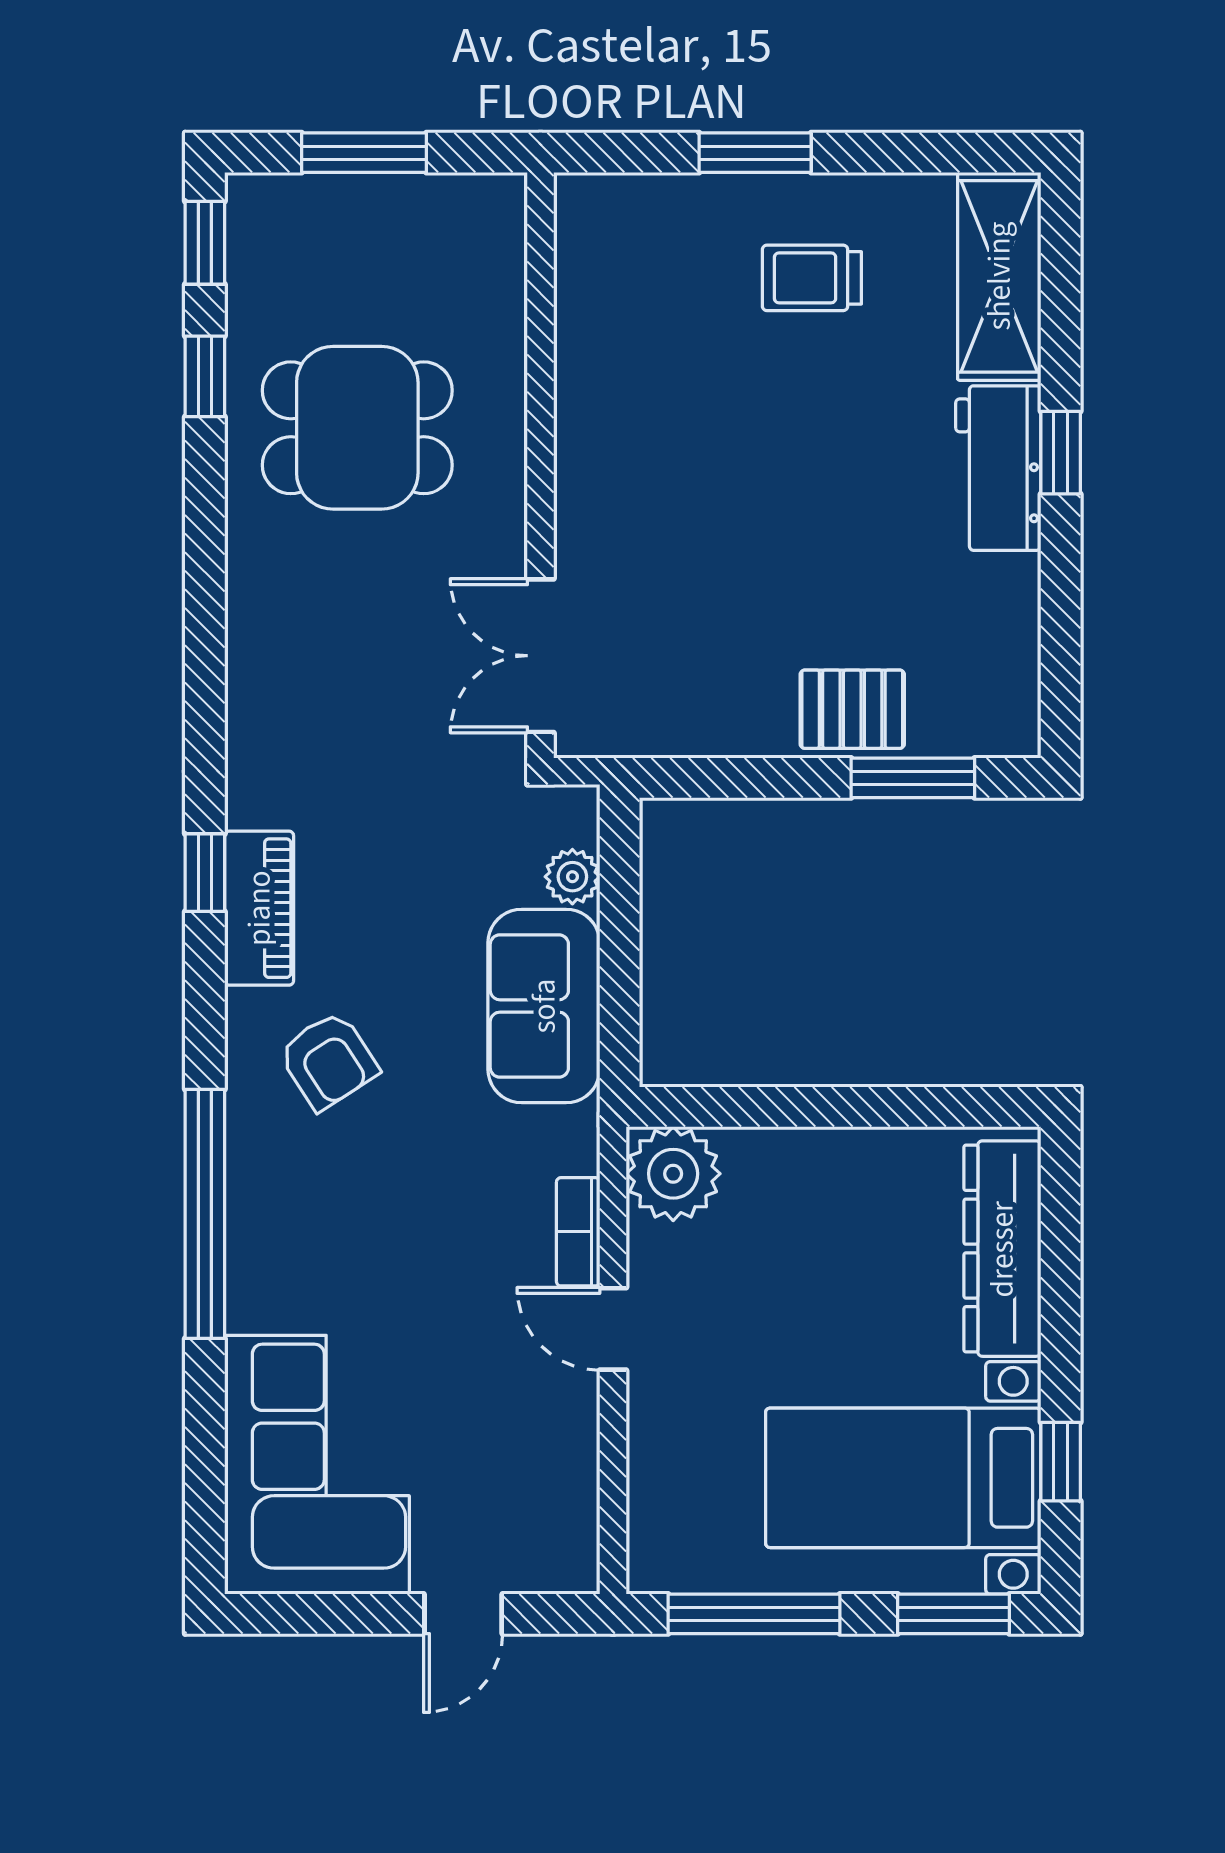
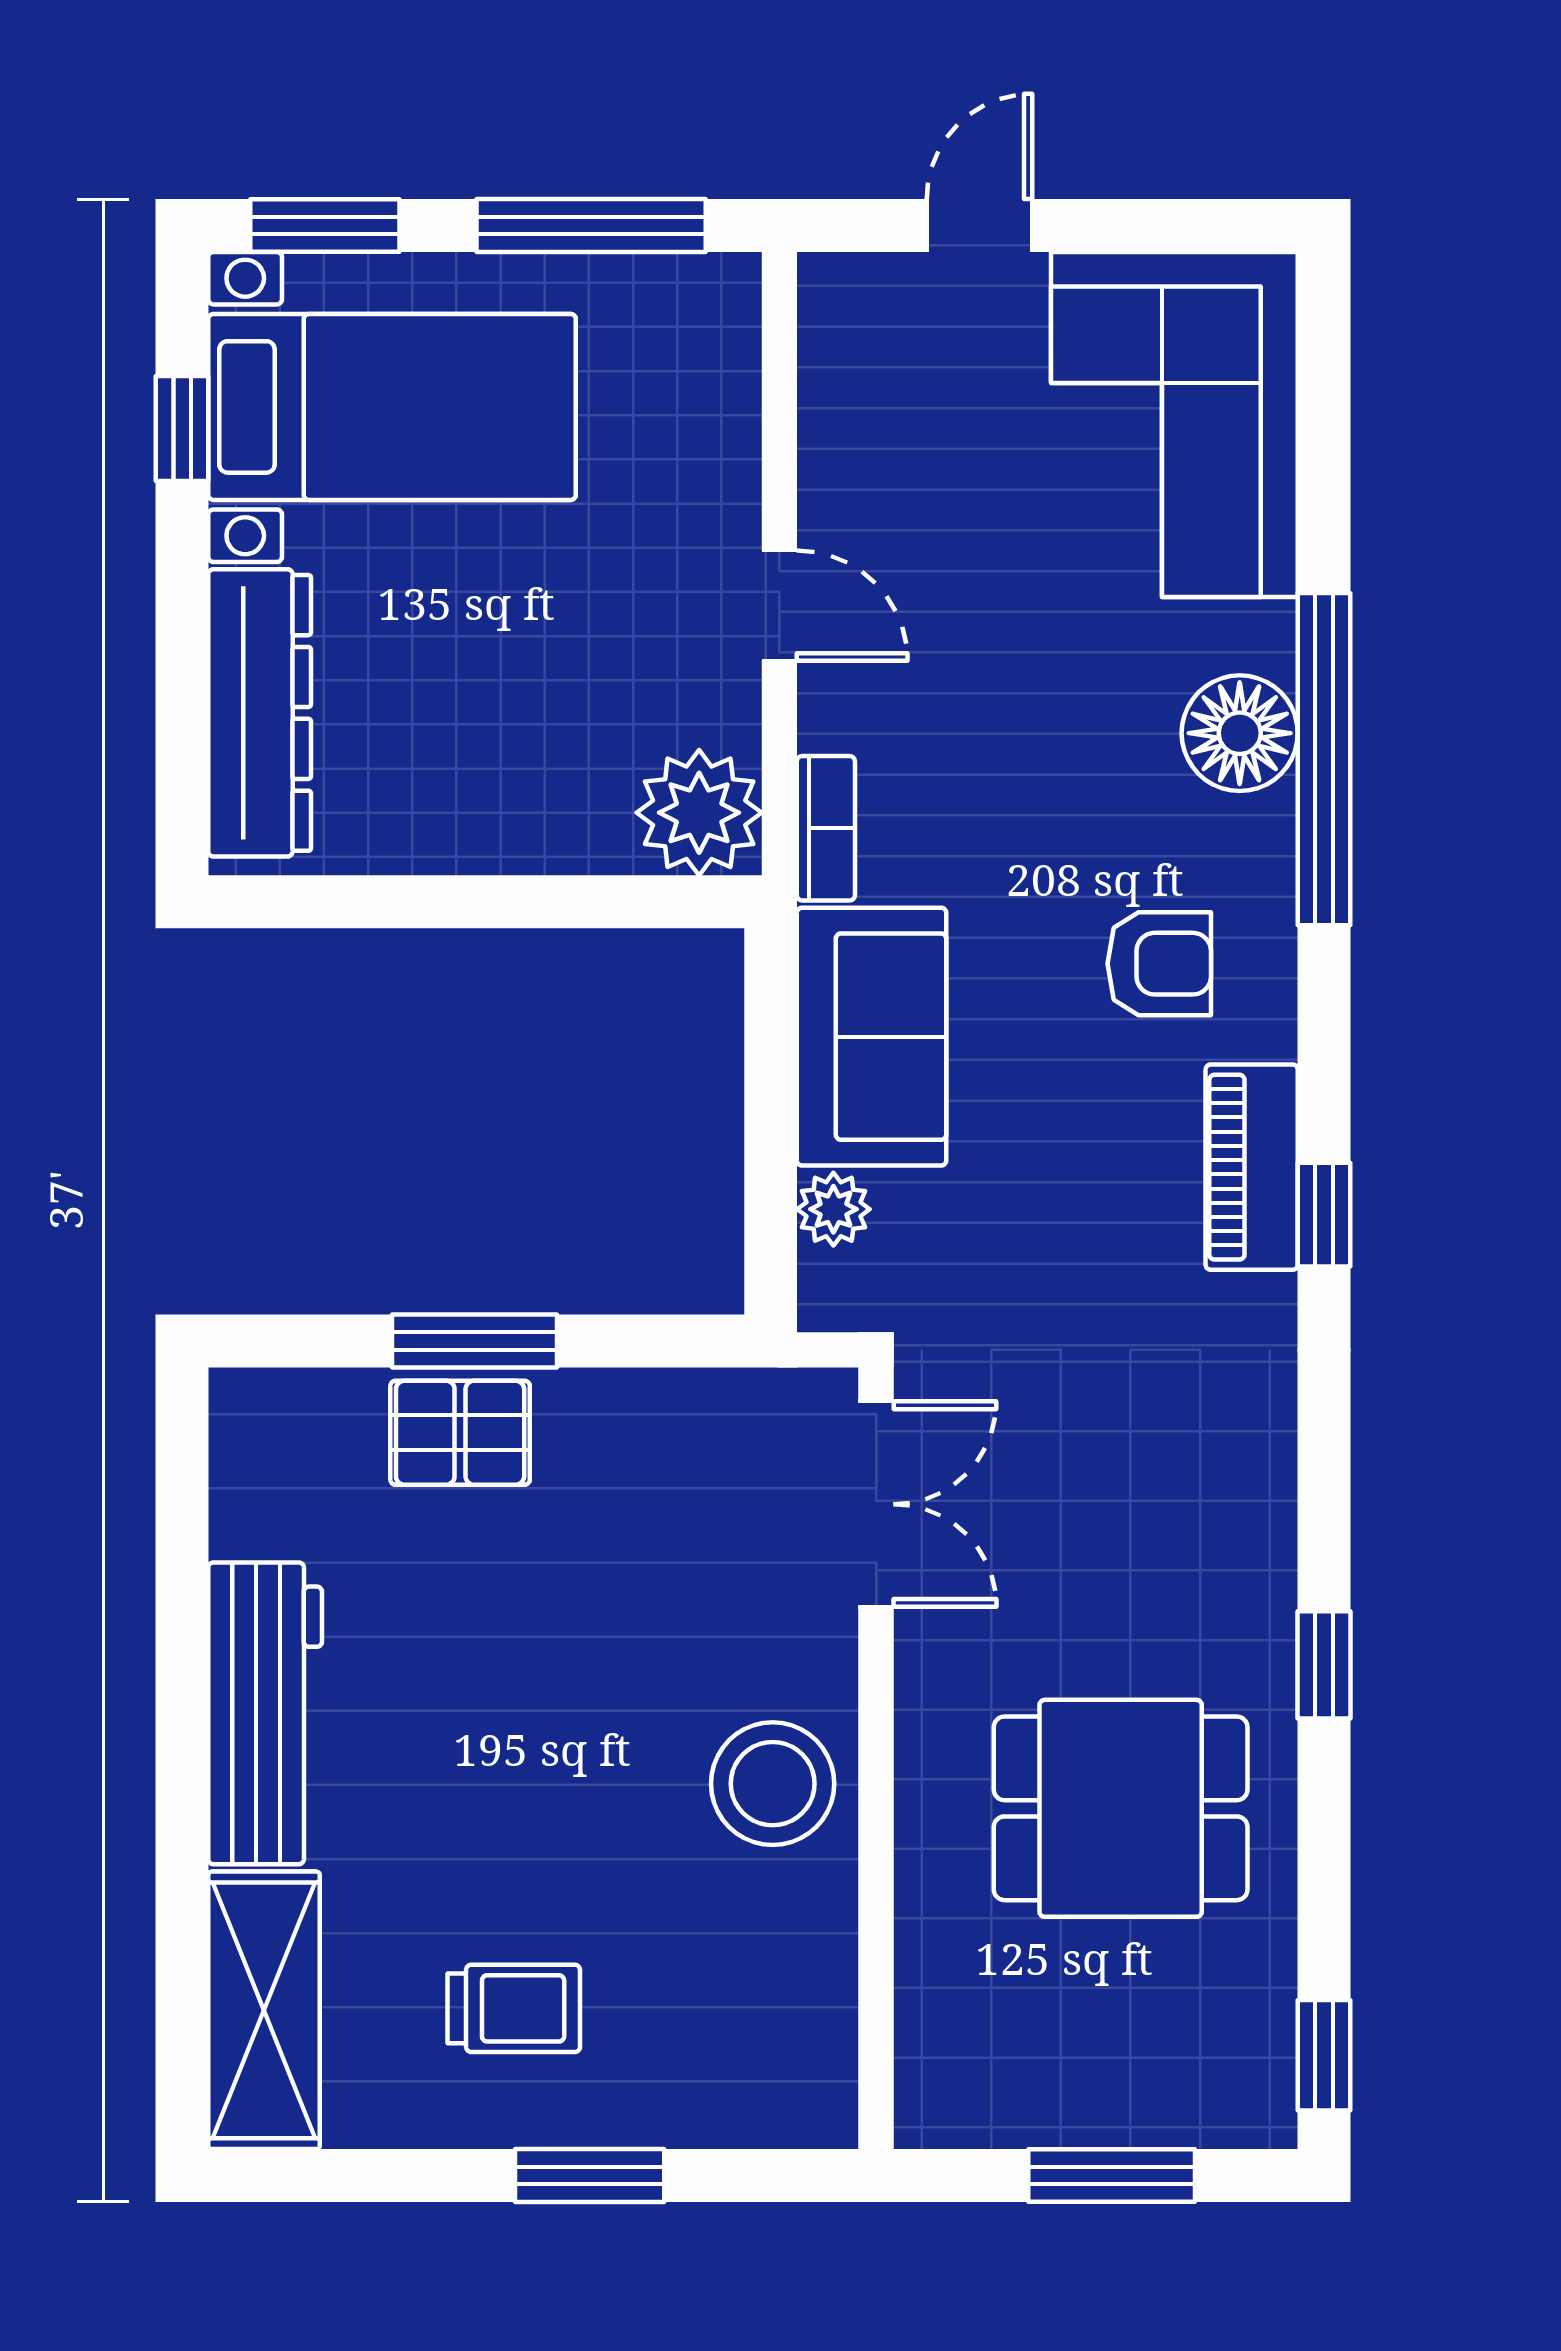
window: (205, 376) -> (1324, 1665), moved
stool: (618, 446) -> (773, 1784), added
window: (1061, 453) -> (182, 1775), removed
workbench: (998, 468) -> (265, 1713), width x1.38
window: (913, 778) -> (474, 1341), moved
armchair: (328, 1061) -> (1159, 964), turned 123
bookcase: (578, 1232) -> (826, 828), moved
floor lamp: (268, 1233) -> (1240, 733), added

